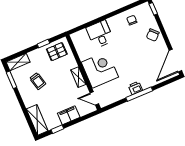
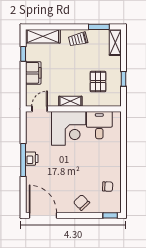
desk: (100, 34) -> (99, 125), moved, turned -90
pallet: (57, 52) -> (98, 82), moved
trolley: (38, 81) -> (78, 39), moved

